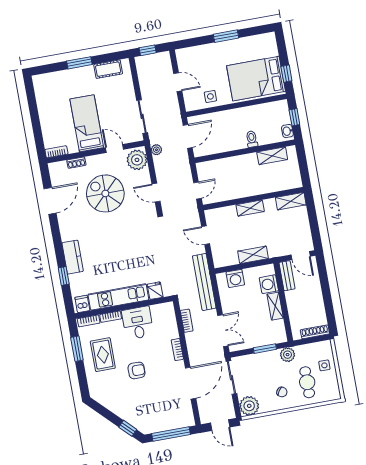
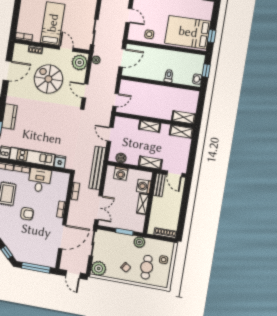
shelving: (272, 156) -> (184, 117), moved
shelving: (253, 255) -> (150, 163), moved
boiler: (229, 259) -> (121, 158), added

